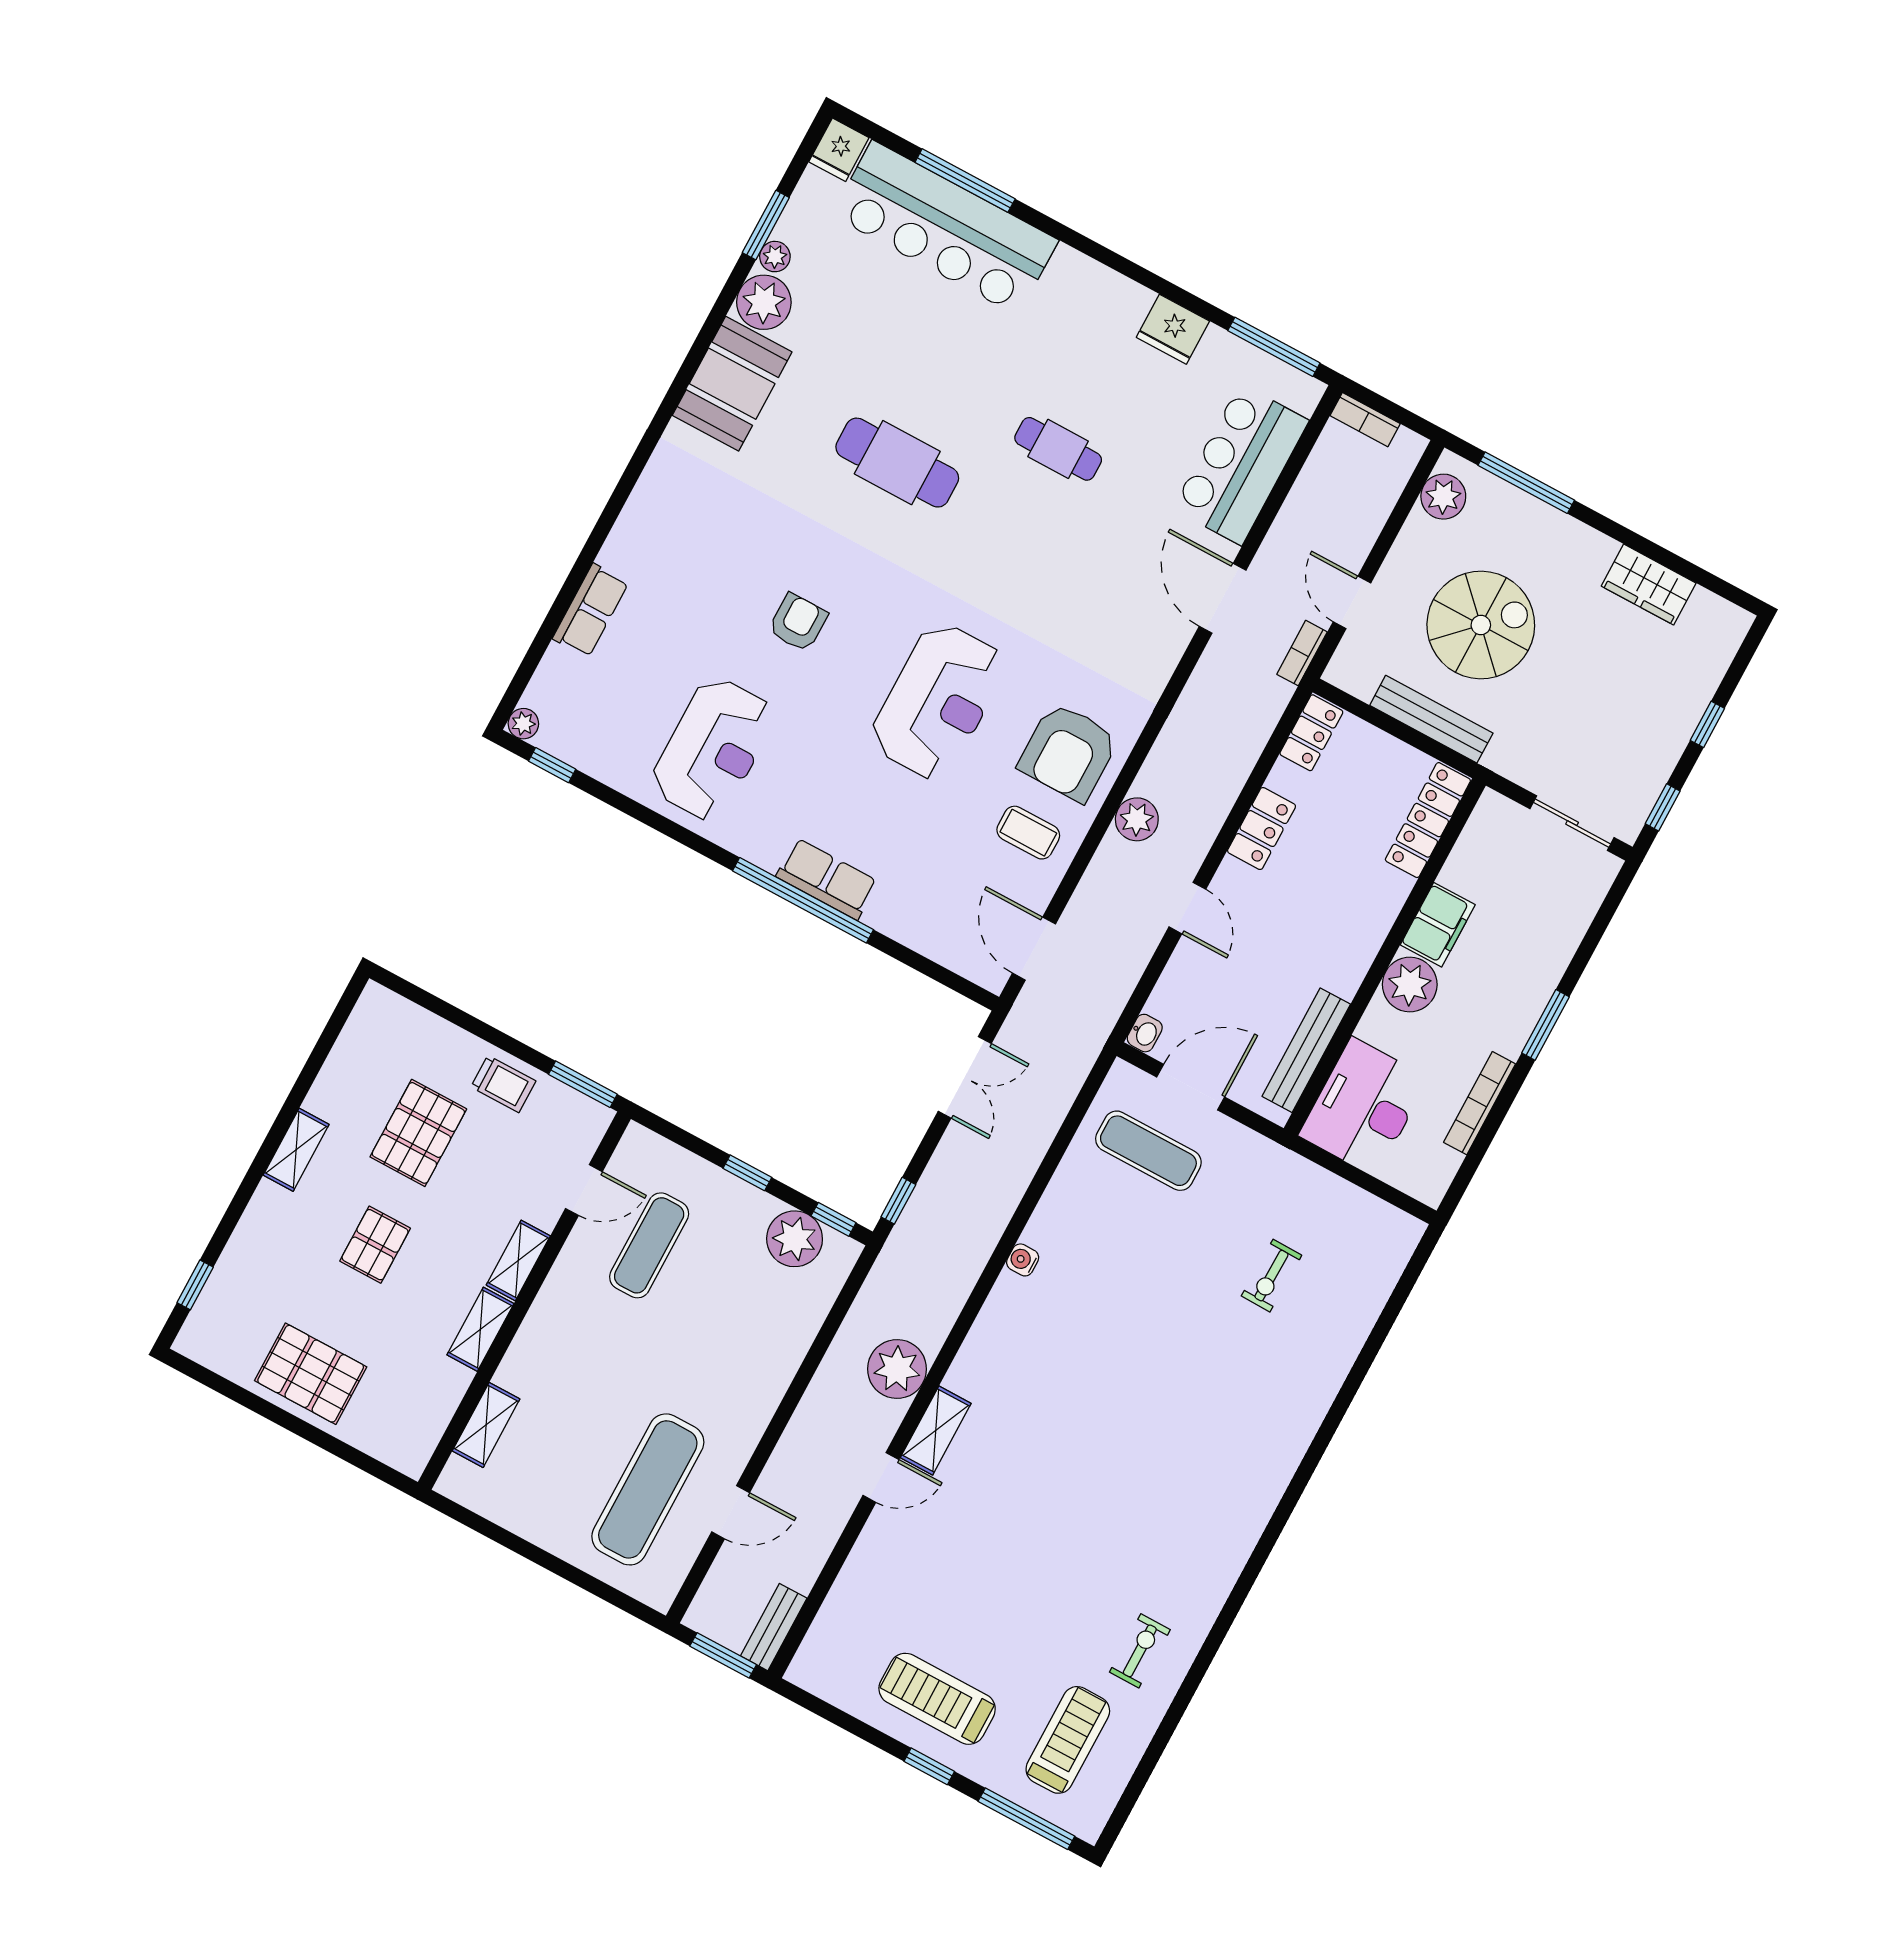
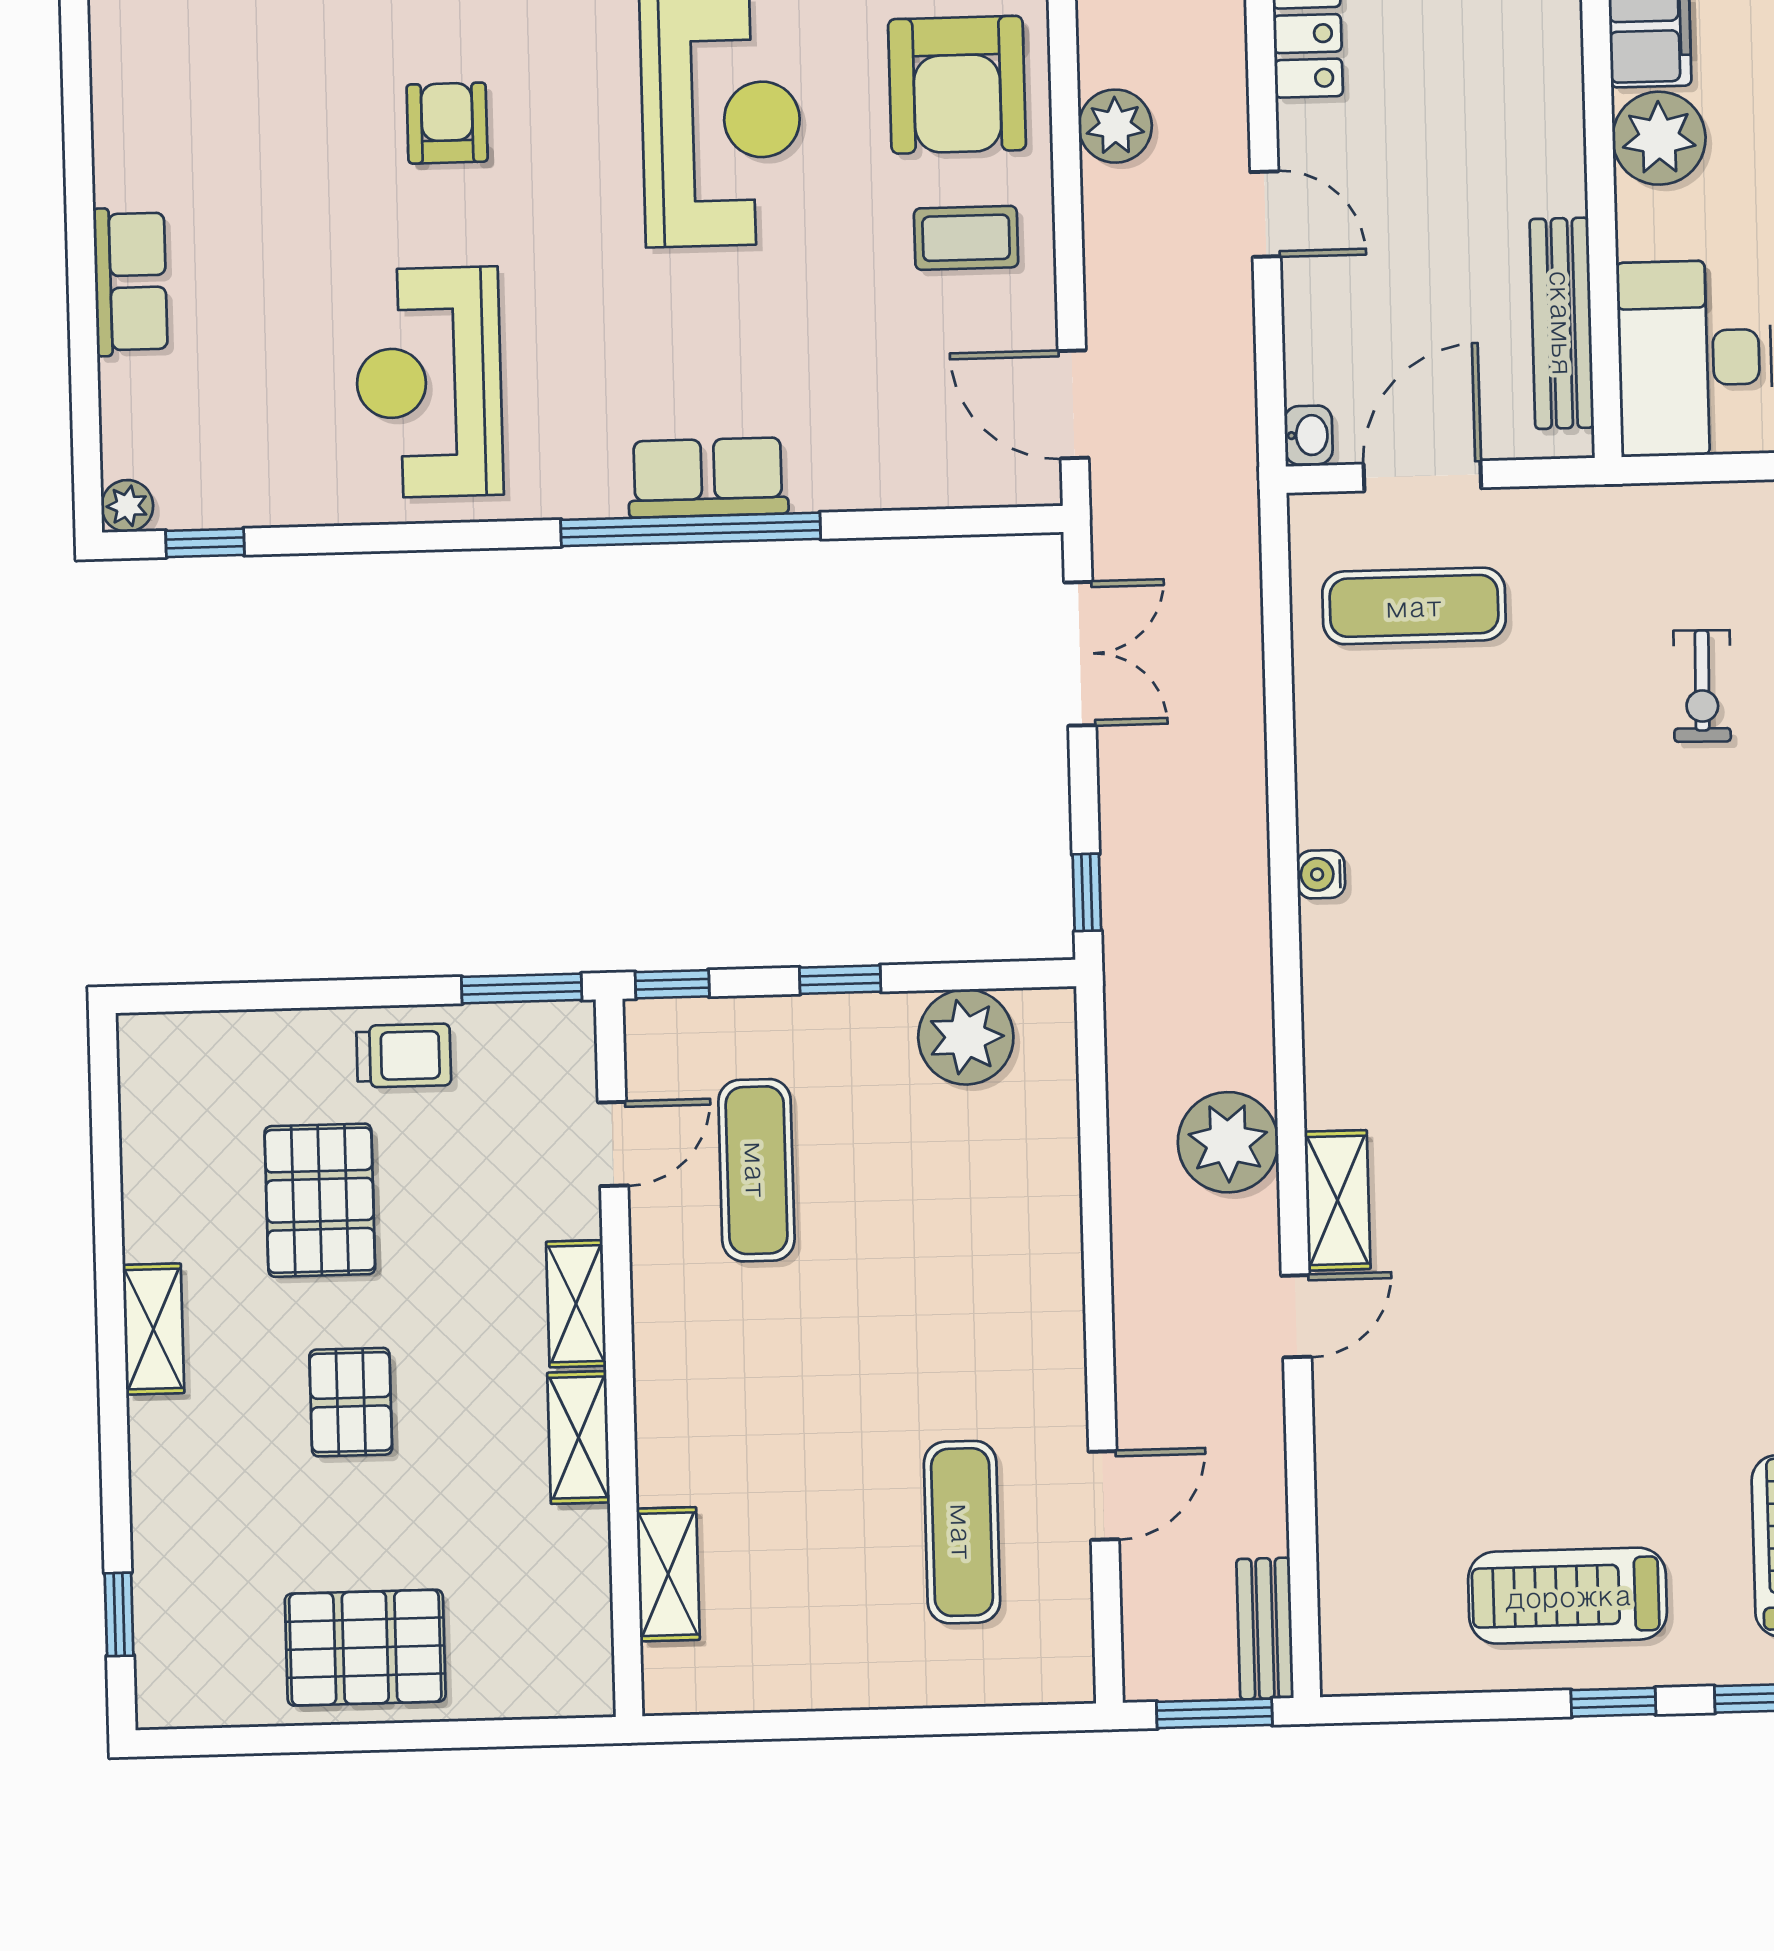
reception desk: (713, 749) -> (429, 382), turned 180
window: (834, 1219) -> (672, 984), moved
exercise mat: (648, 1489) -> (962, 1532), width x0.73, depth x0.69

